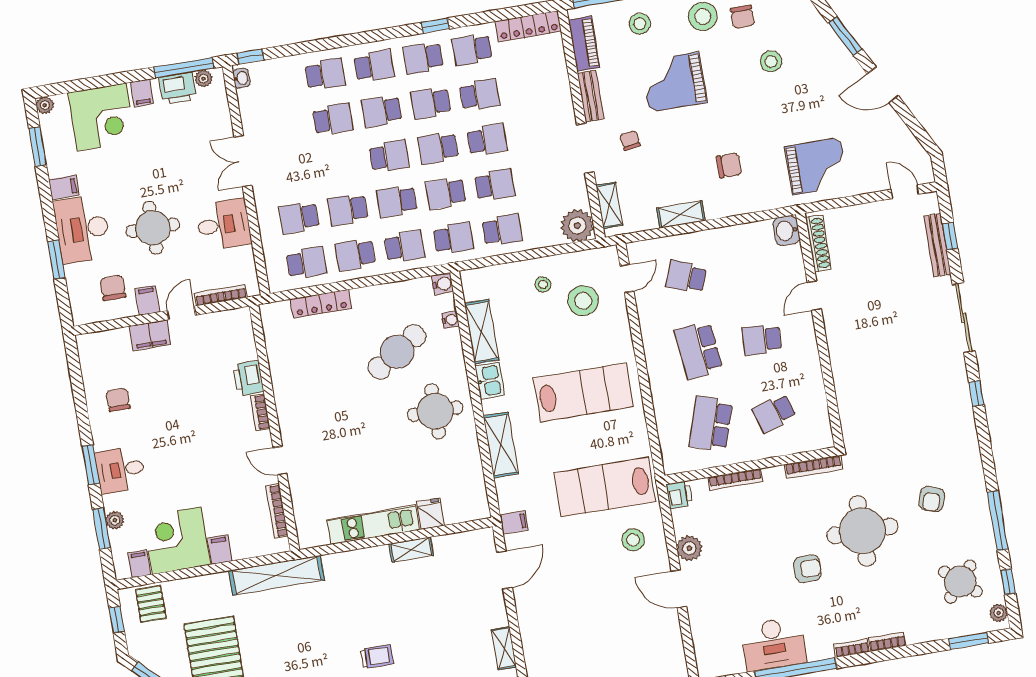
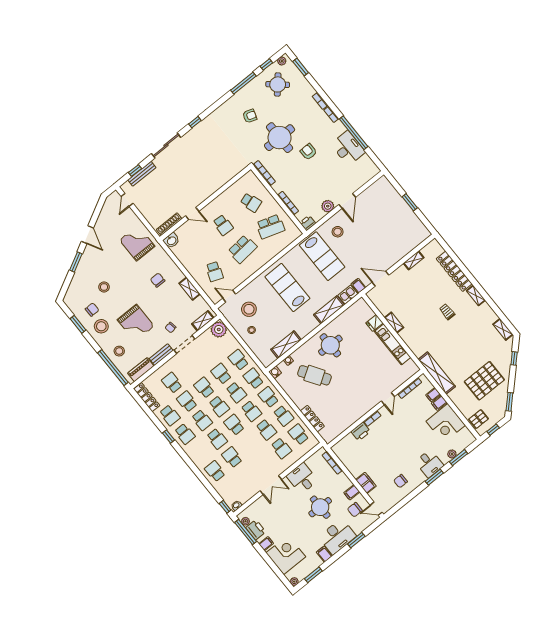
school desk: (374, 66) -> (172, 383), moved
door: (181, 313) -> (376, 509), moved
kitchen sink: (490, 381) -> (348, 295), moved
filing cabinet: (139, 564) -> (433, 395), moved

